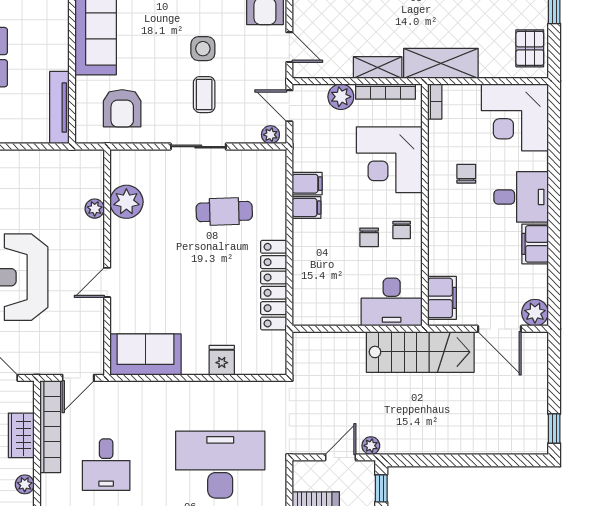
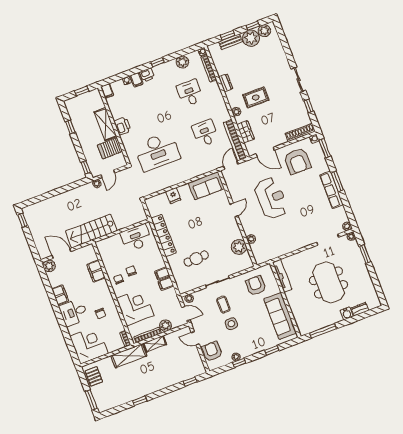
filing cabinet: (442, 298) -> (96, 271), moved
desk: (392, 302) -> (136, 238), moved

